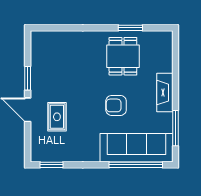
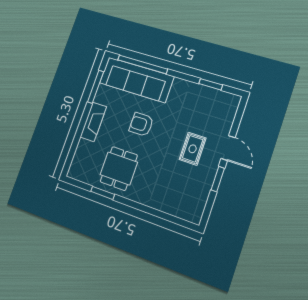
armchair: (116, 105) -> (141, 124), turned 180
rug: (57, 117) -> (193, 149), moved
window: (51, 165) -> (211, 84), moved

